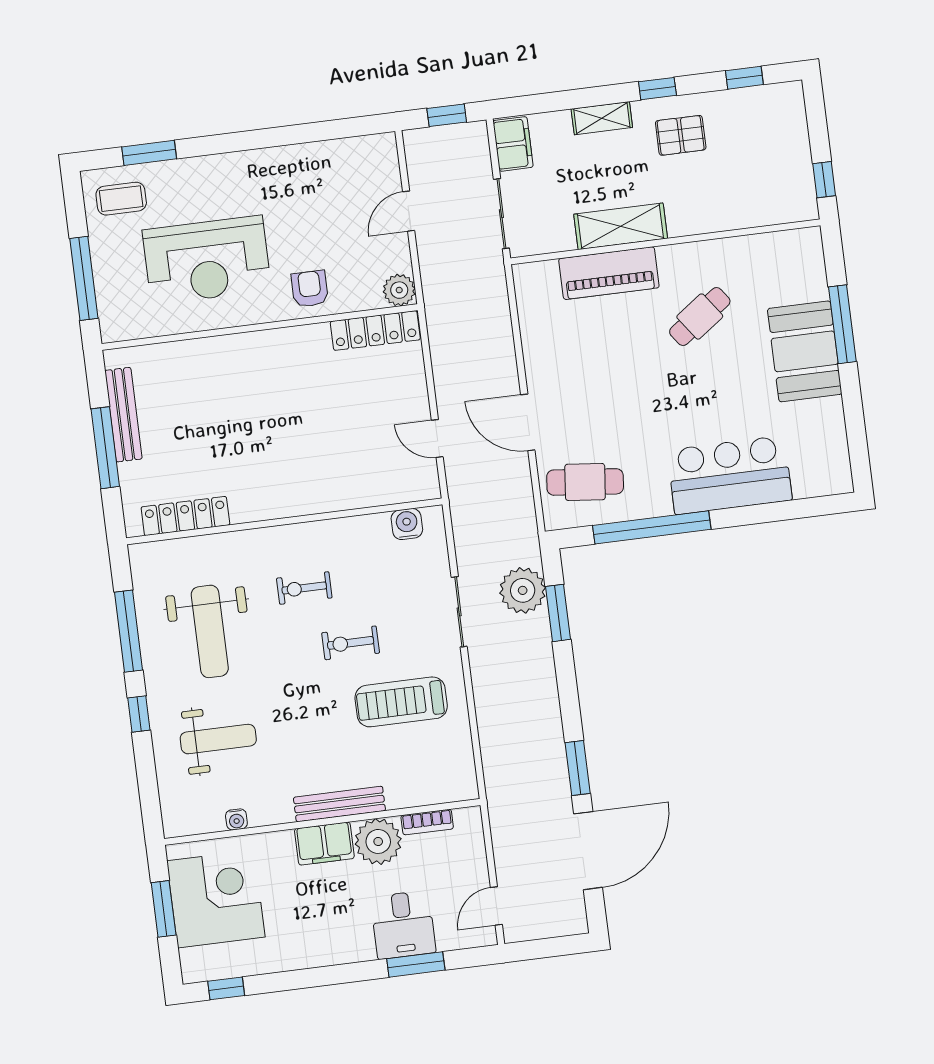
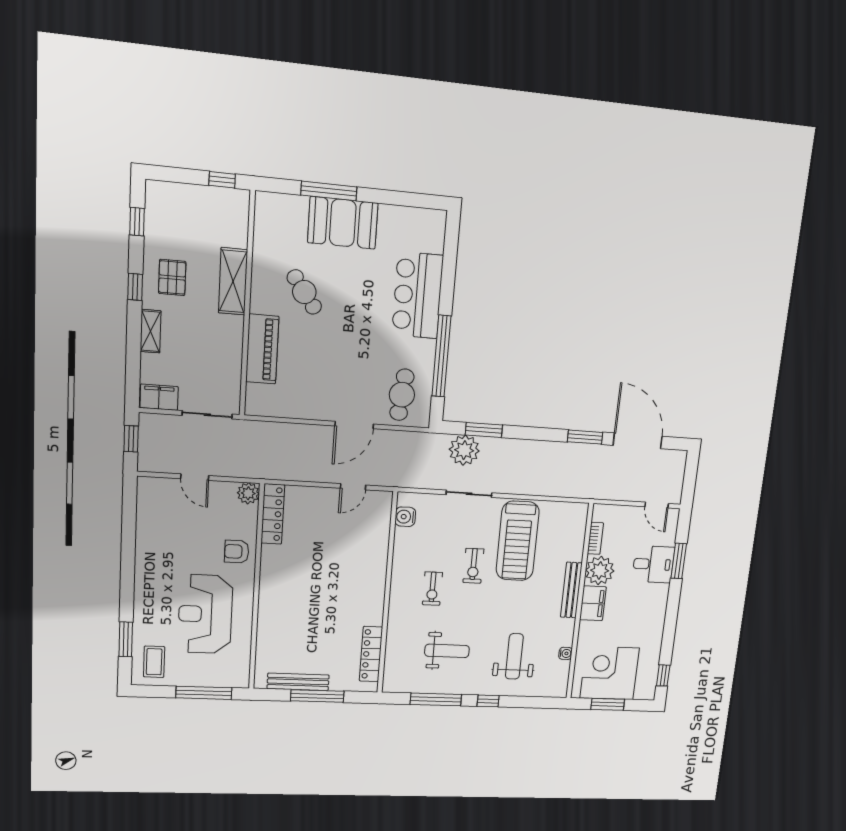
shelving: (621, 226) -> (233, 281), moved
reception desk: (207, 260) -> (205, 614), turned 180
weight bench: (210, 631) -> (447, 651), width x0.73, depth x0.75
treadmill: (401, 702) -> (518, 541), width x1.37, depth x1.38

